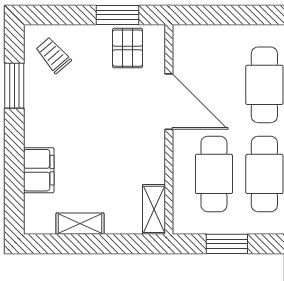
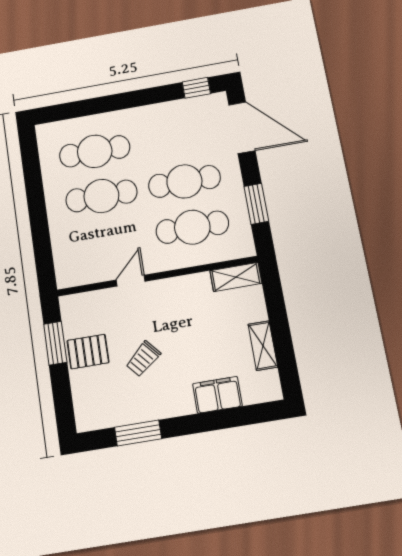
pallet: (128, 48) -> (88, 352), moved
trolley: (53, 55) -> (143, 359), moved
door: (169, 102) -> (131, 281), width x0.53

